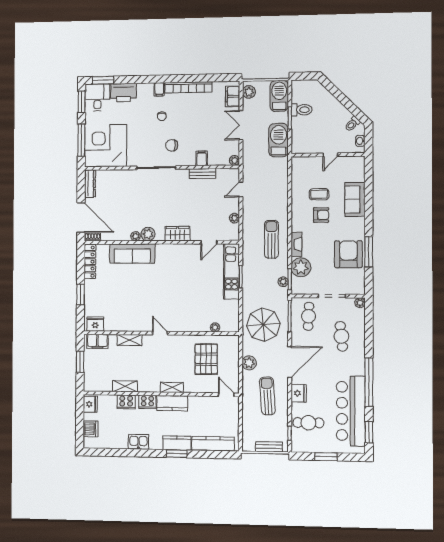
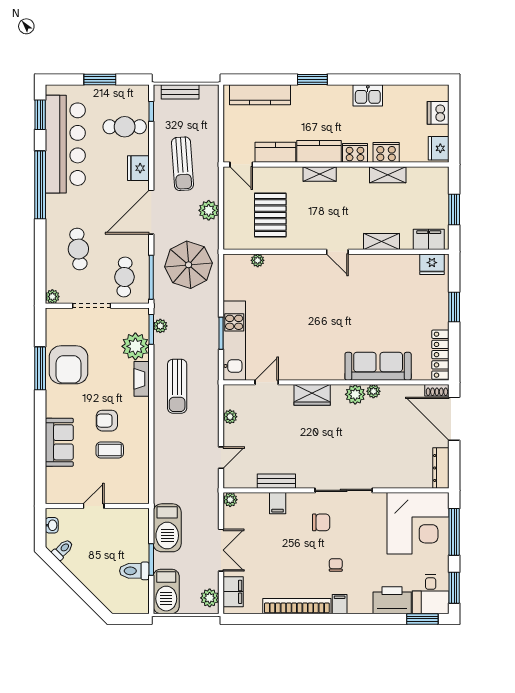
kitchen counter: (177, 443) -> (275, 152), moved, turned 180

